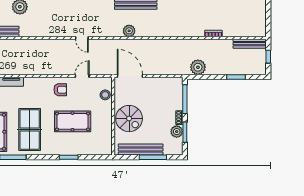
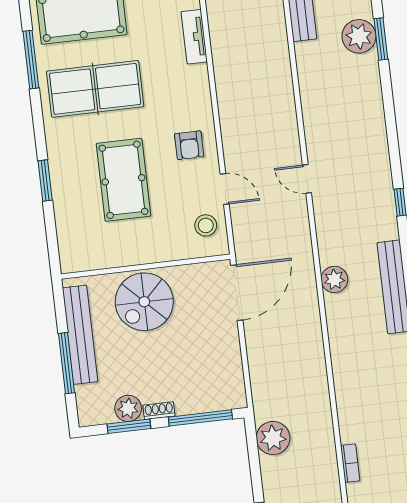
door: (82, 38) -> (307, 179), hinge flipped
stool: (105, 95) -> (206, 225), moved

